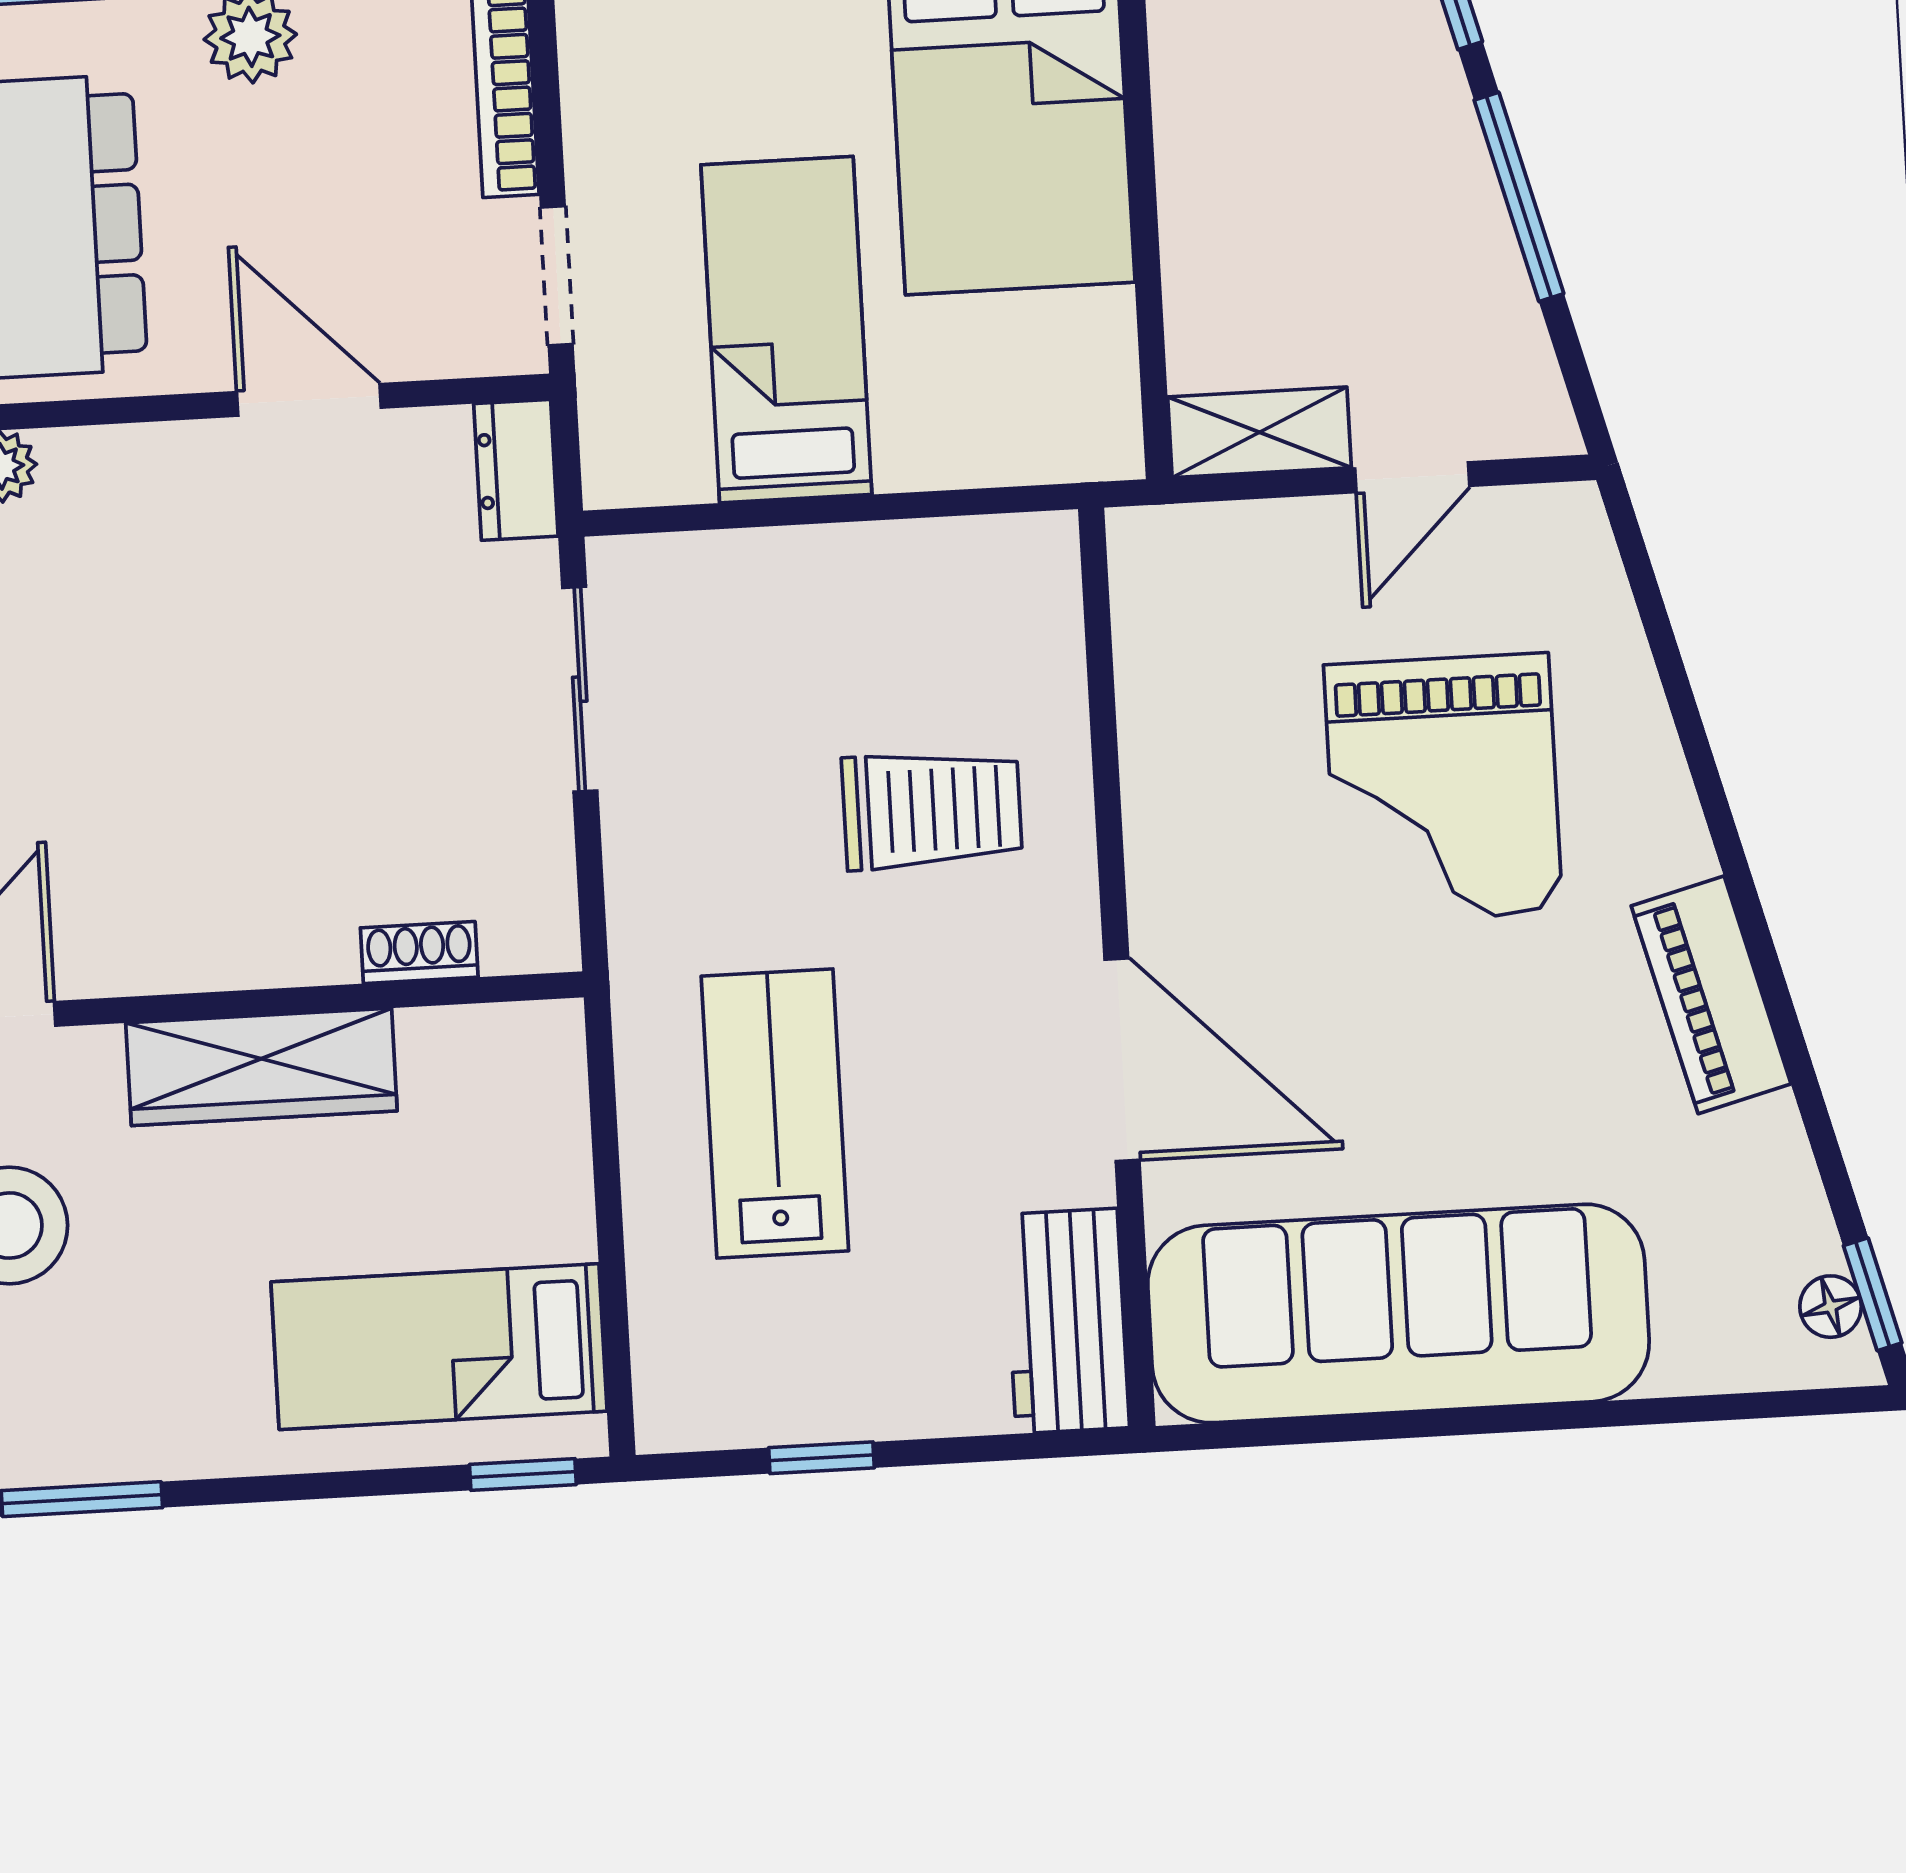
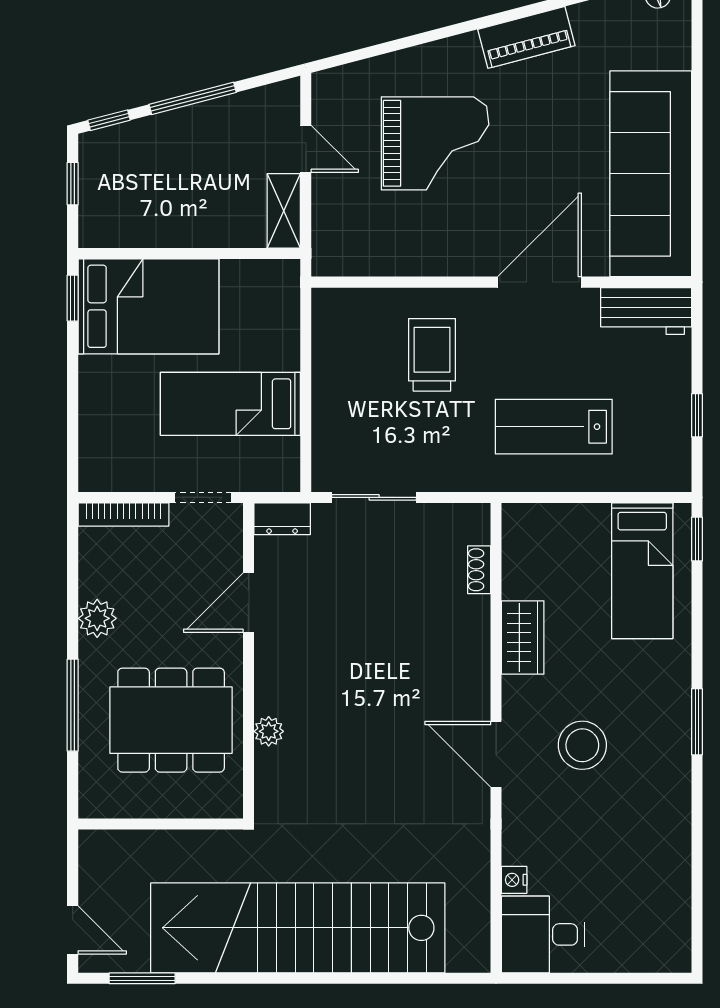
wardrobe: (261, 1067) -> (523, 638), width x0.67

